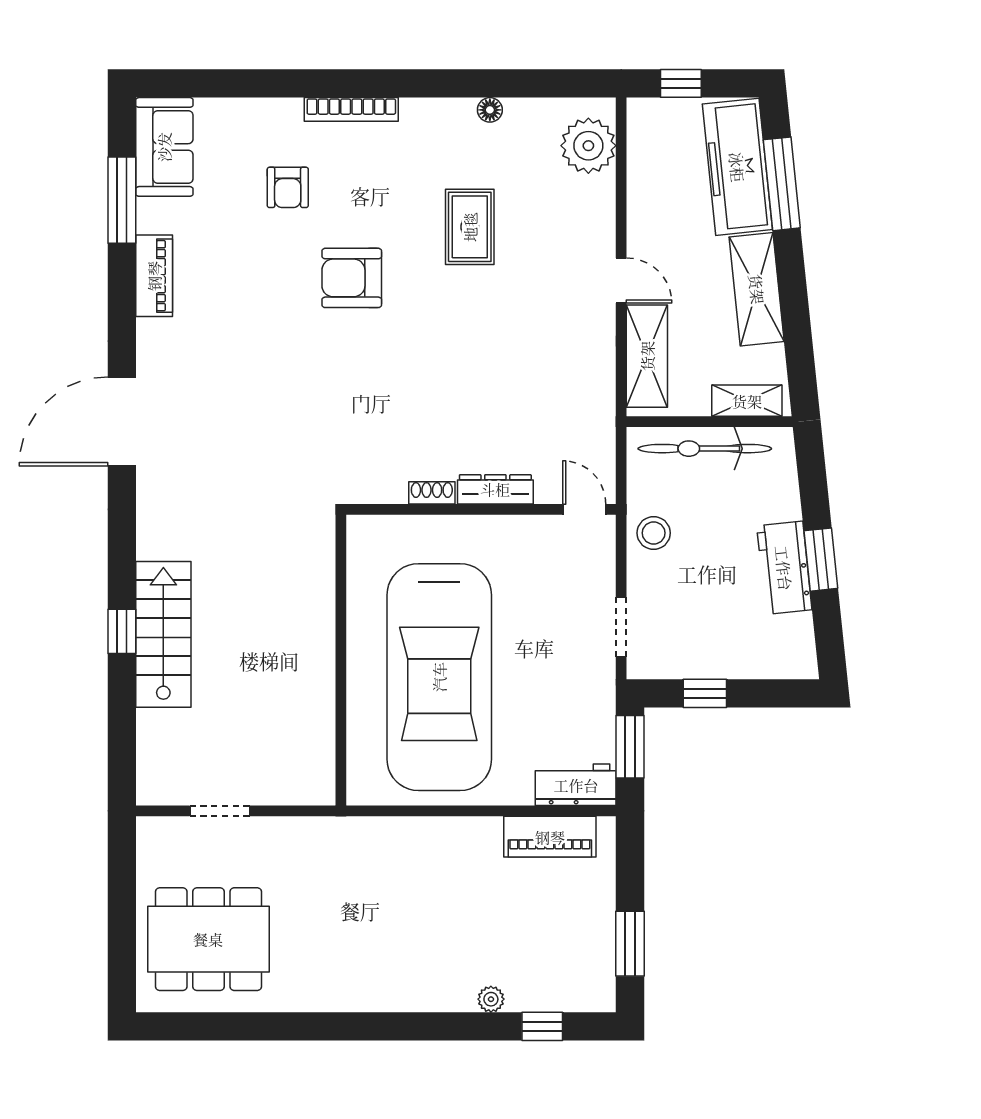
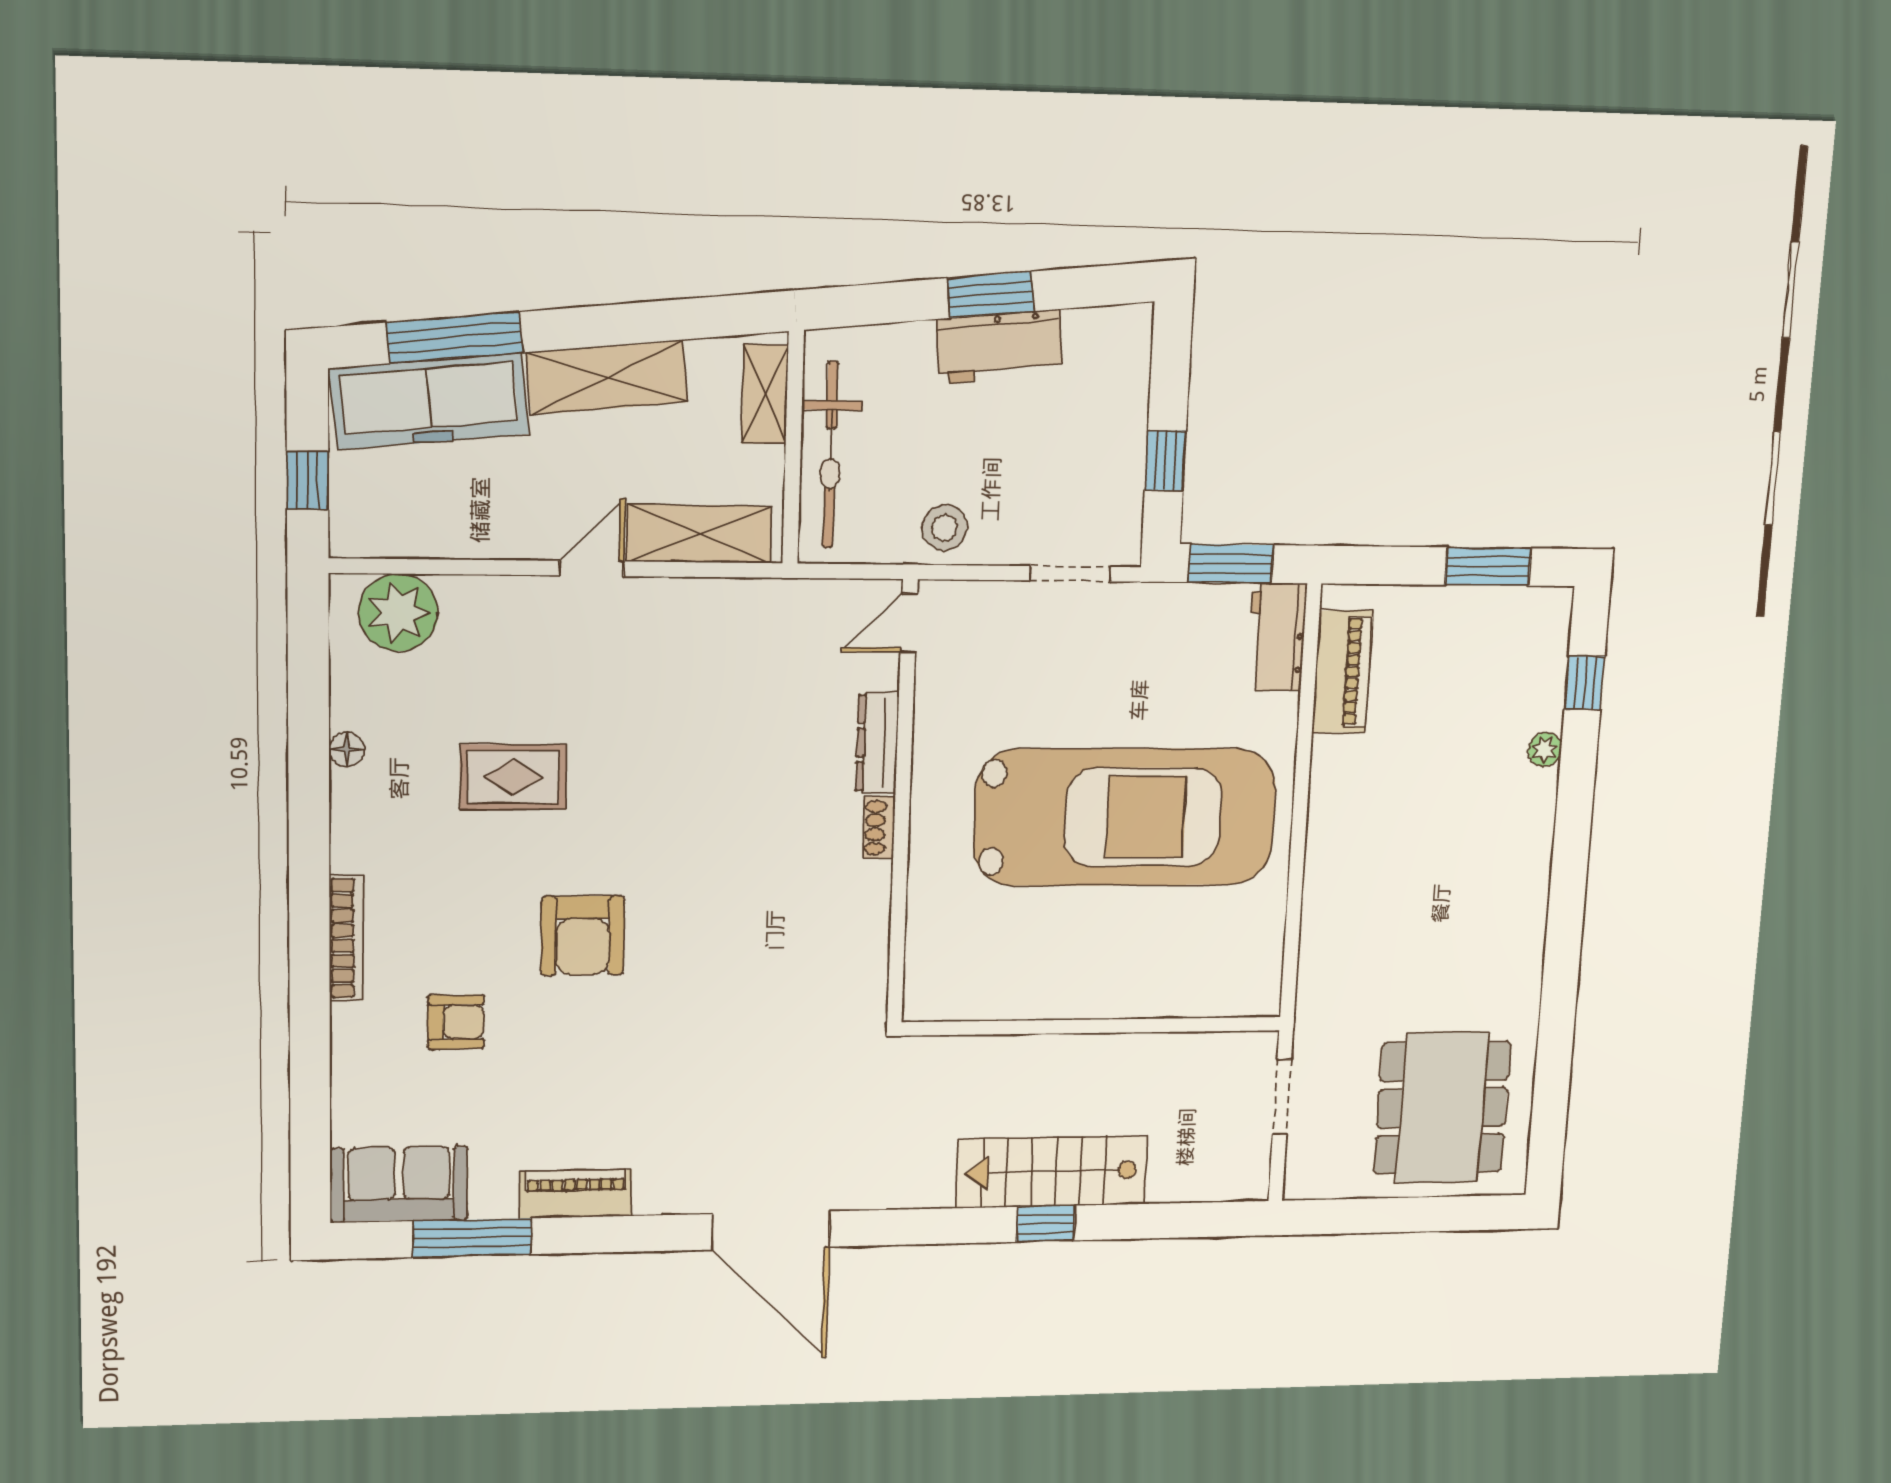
wall: (341, 660) -> (1092, 1026), moved

